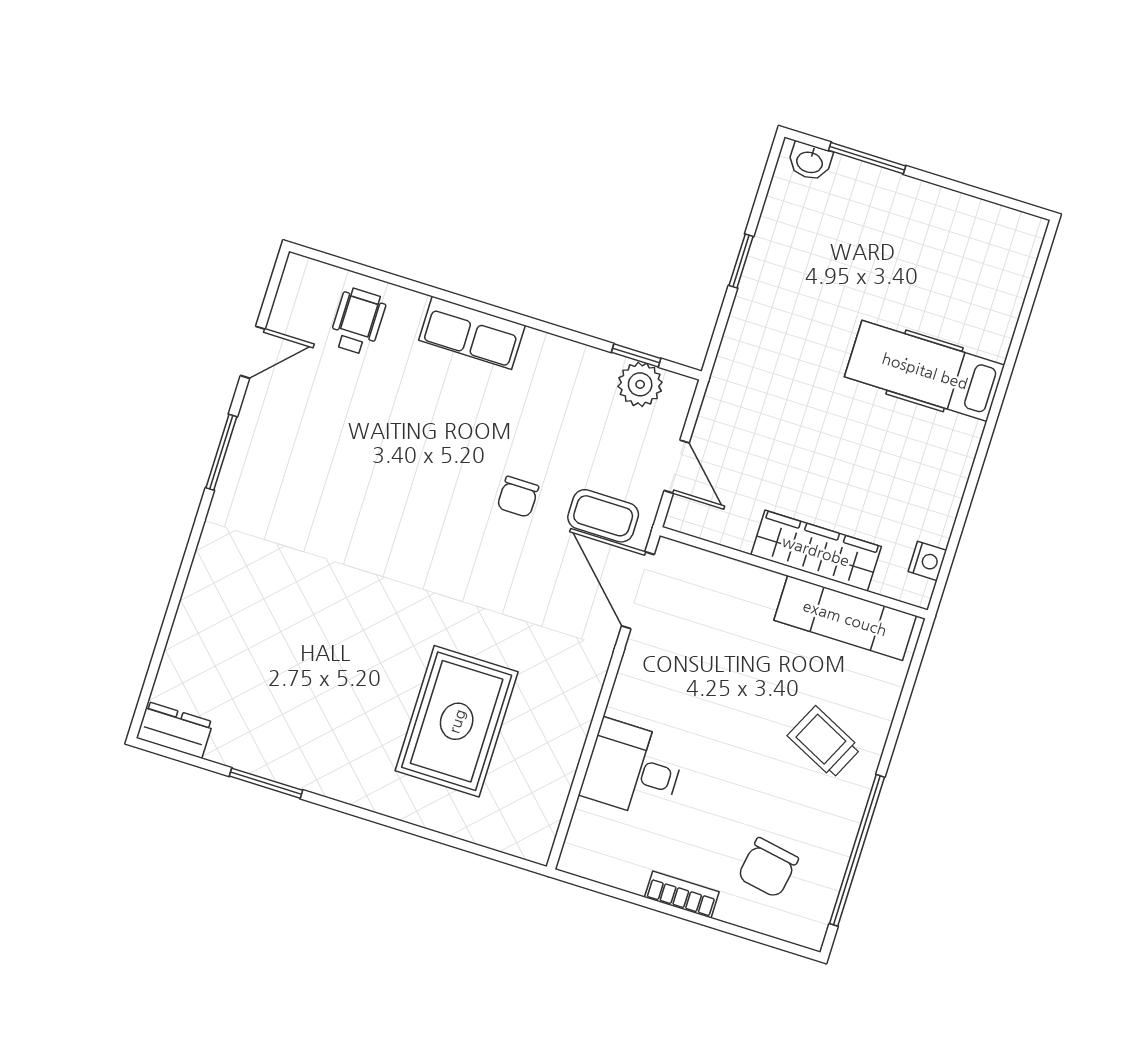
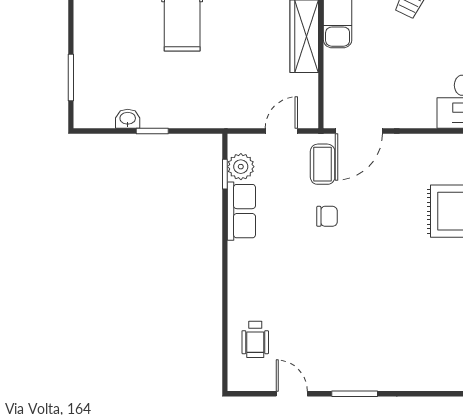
washbasin: (810, 161) -> (128, 119), moved, turned -90
wheelchair: (358, 321) -> (255, 339), turned -90
row of seats: (472, 333) -> (241, 211), moved

